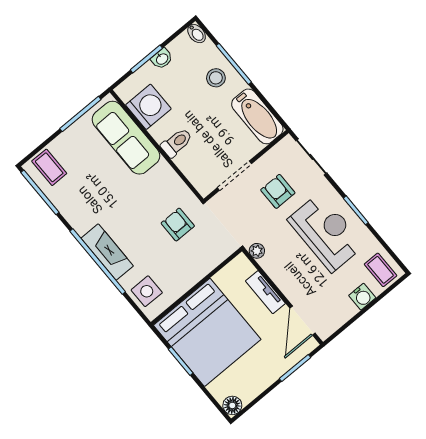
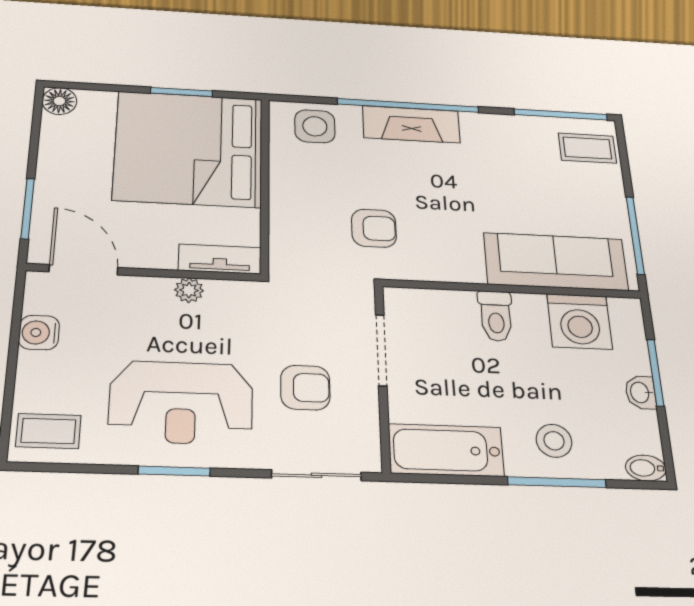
plant: (257, 251) -> (189, 290), moved
tv unit: (265, 292) -> (220, 259), moved
water cooler: (362, 297) -> (39, 333), moved

